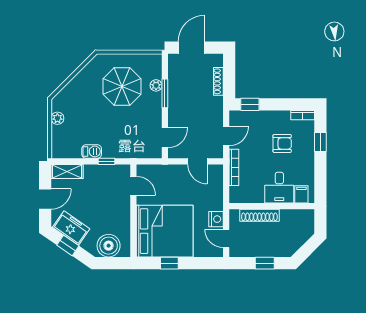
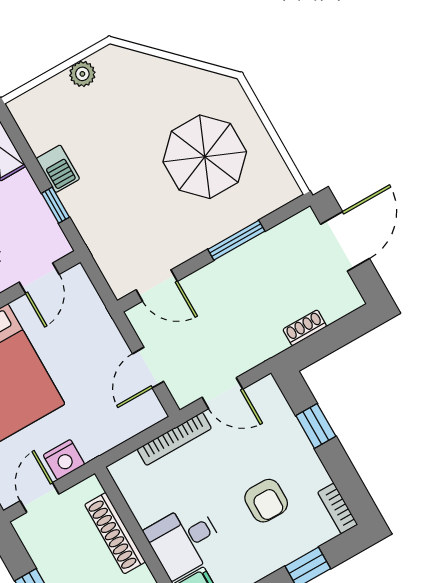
door: (192, 48) -> (345, 241), hinge flipped
shoe rack: (218, 81) -> (305, 328), width x0.70
plant: (156, 85) -> (241, 216), removed
window: (250, 104) -> (316, 426), moved

